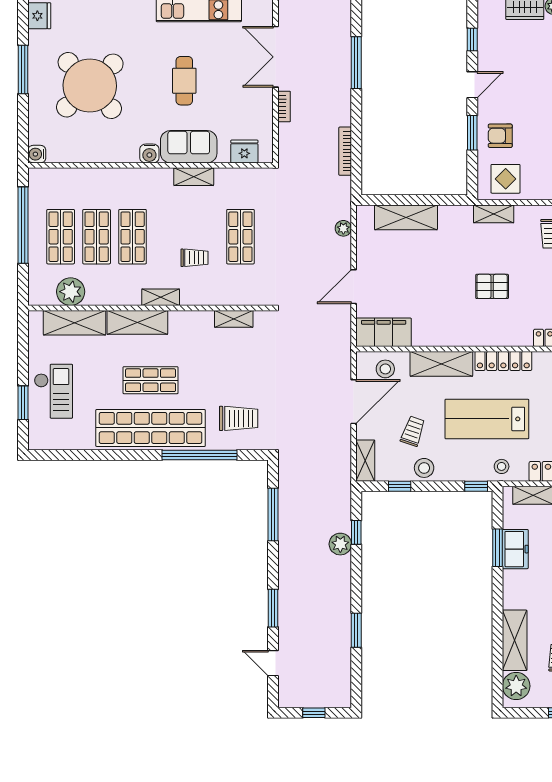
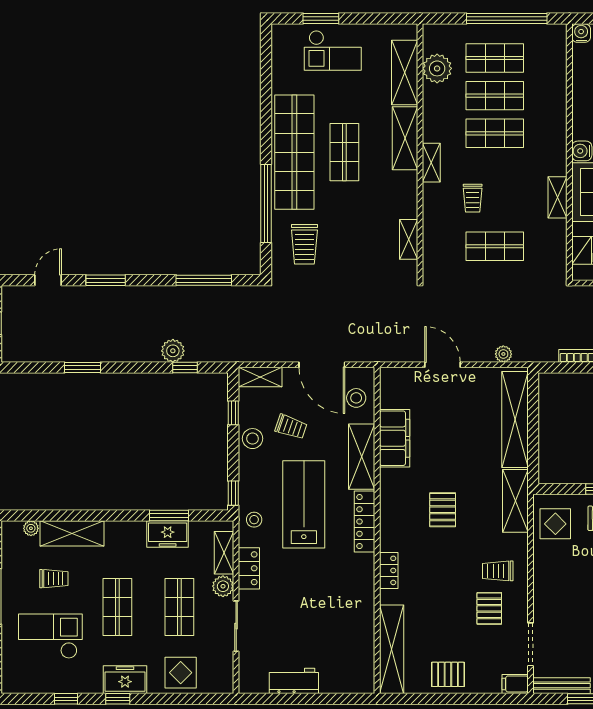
shelving: (494, 214) -> (515, 501), width x1.50, depth x1.33
shelving: (406, 217) -> (515, 420), width x1.47
filing cabinet: (384, 332) -> (395, 438), moved
plant: (516, 686) -> (31, 528), width x0.53, depth x0.53

